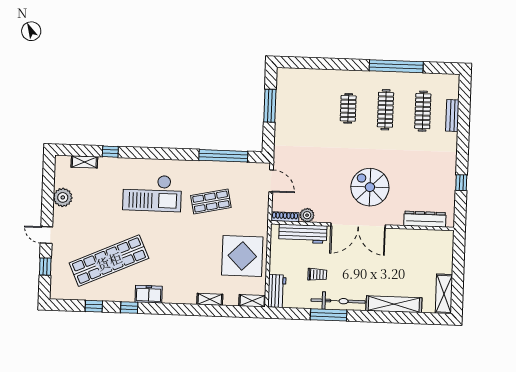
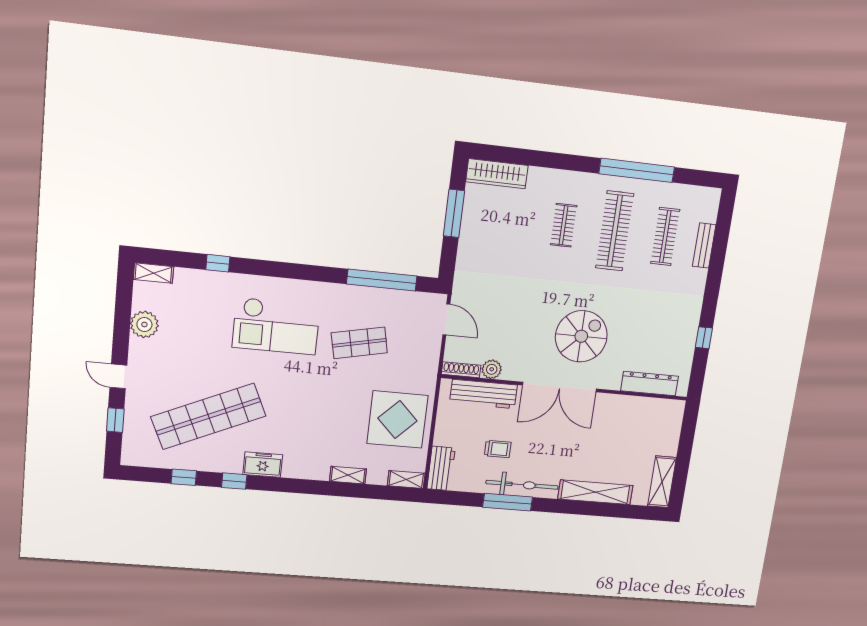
wardrobe: (297, 76) -> (497, 174), added
clothes rail: (385, 110) -> (615, 231), width x1.37, depth x1.31
shelving: (84, 162) -> (153, 273), moved
spiral stairs: (370, 187) -> (581, 336), turned 90

